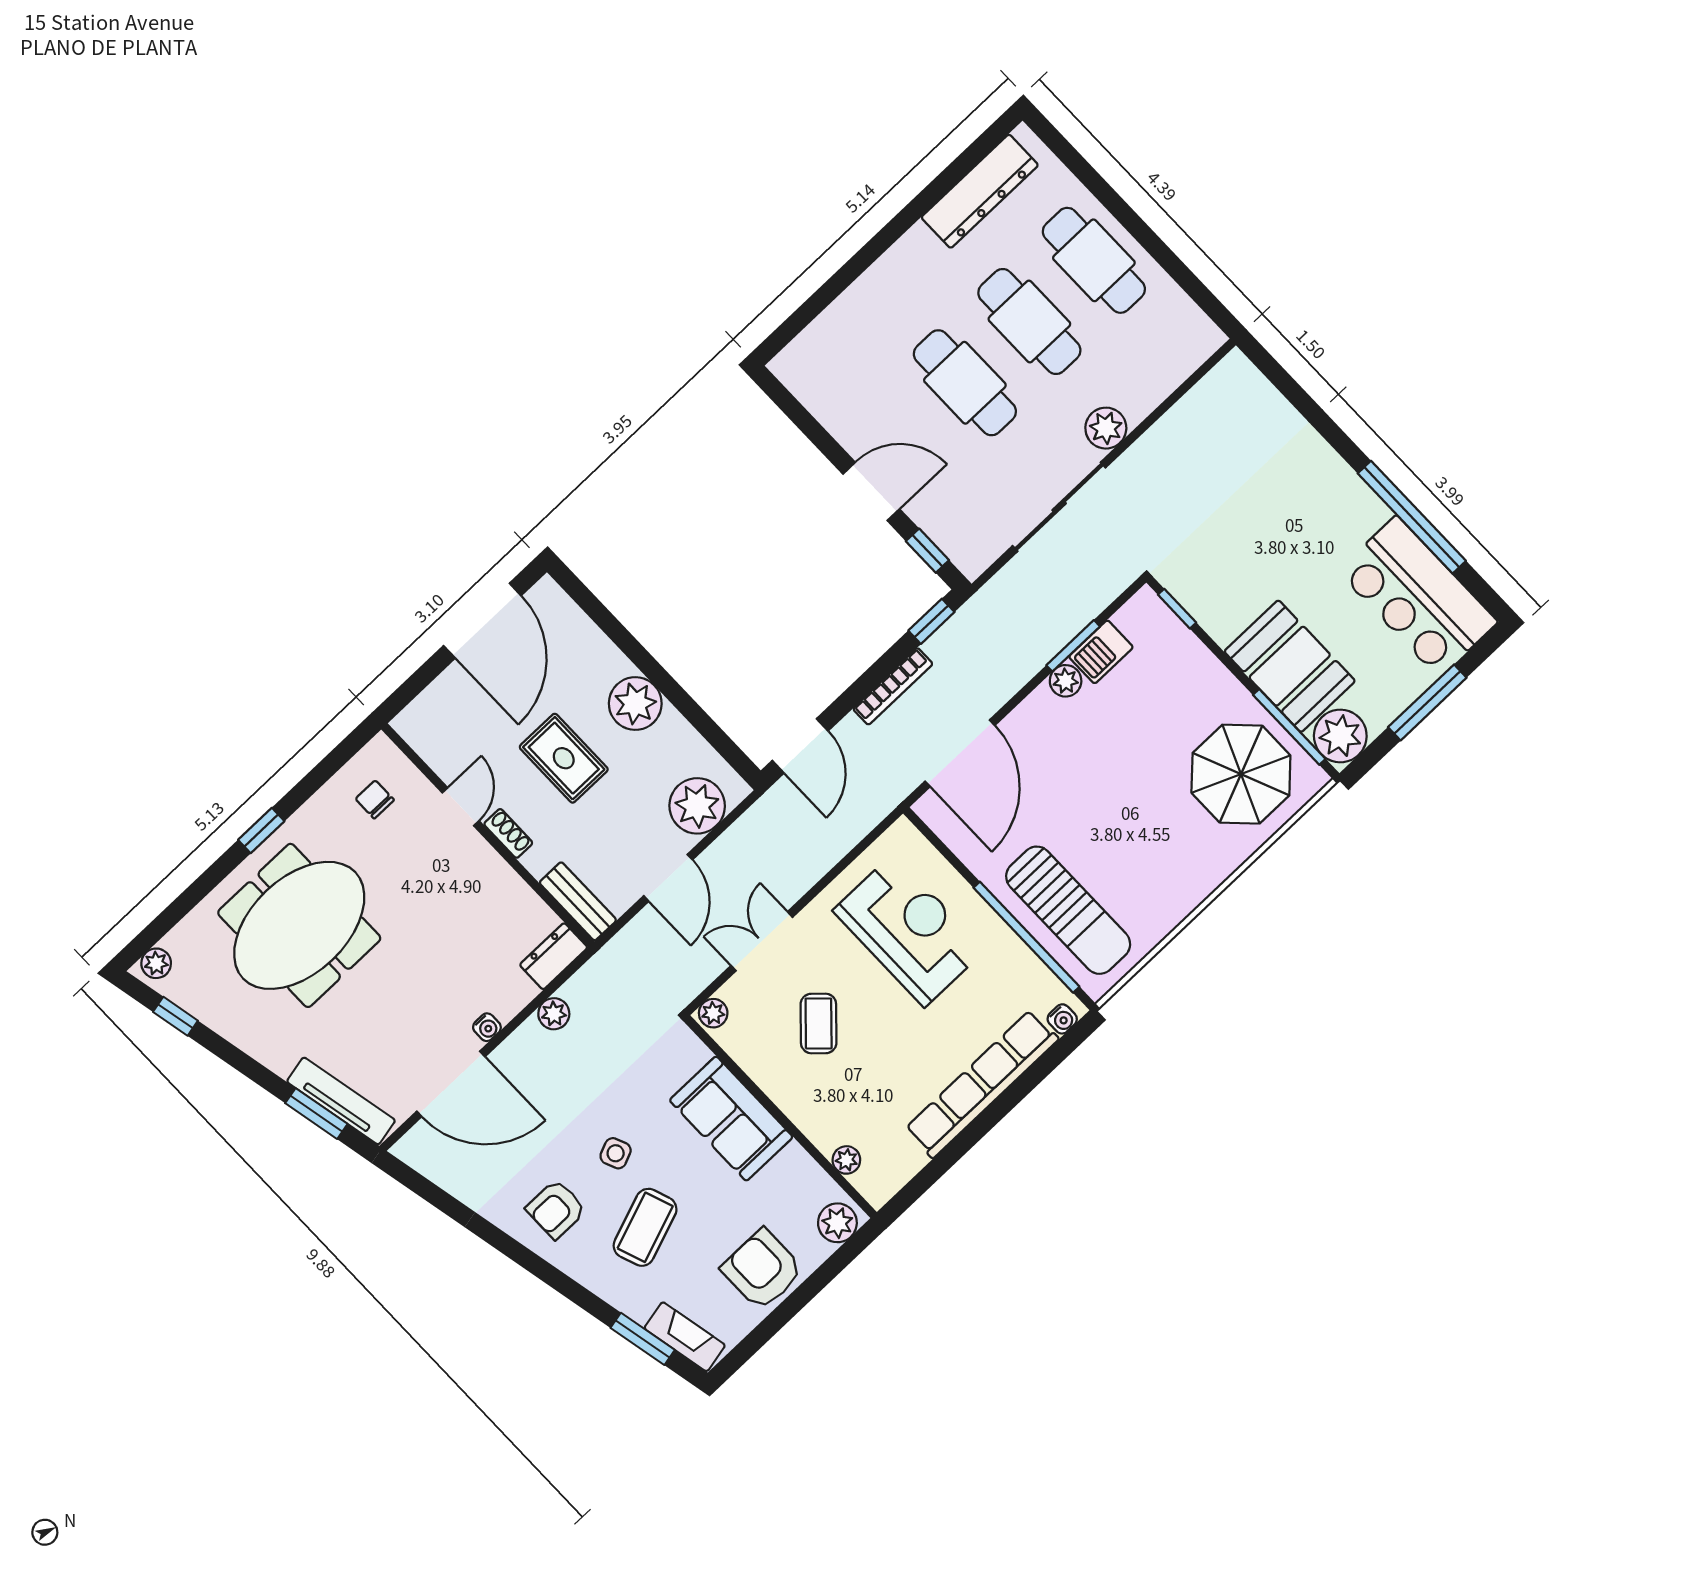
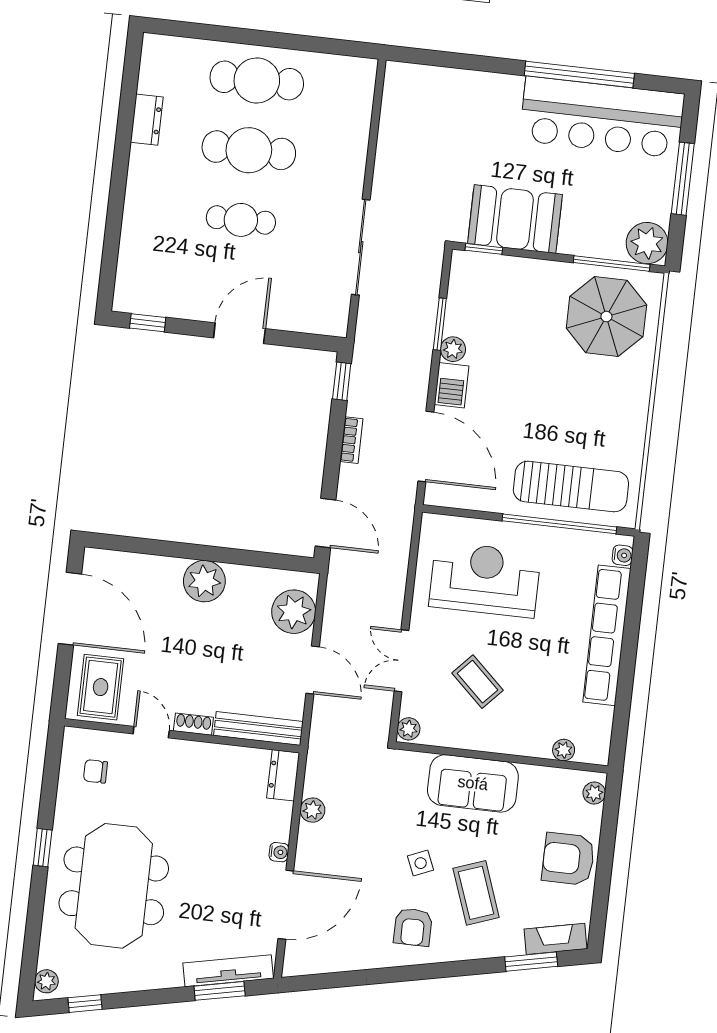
dresser: (980, 191) -> (147, 120), width x0.51, depth x0.80
cafe table: (965, 383) -> (241, 220), width x0.73, depth x0.74
plant: (1106, 428) -> (349, 176), removed
window: (927, 551) -> (148, 323), moved
bar counter: (1418, 597) -> (602, 117), width x1.36
barbecue: (1101, 652) -> (452, 385), moved
booth: (1290, 666) -> (515, 219), moved
bookcase: (893, 686) -> (351, 440), width x0.64
rug: (564, 758) -> (101, 687), moved, turned 90
bench: (578, 901) -> (258, 729), width x1.36
plant: (837, 1223) -> (594, 793), width x0.73, depth x0.73

